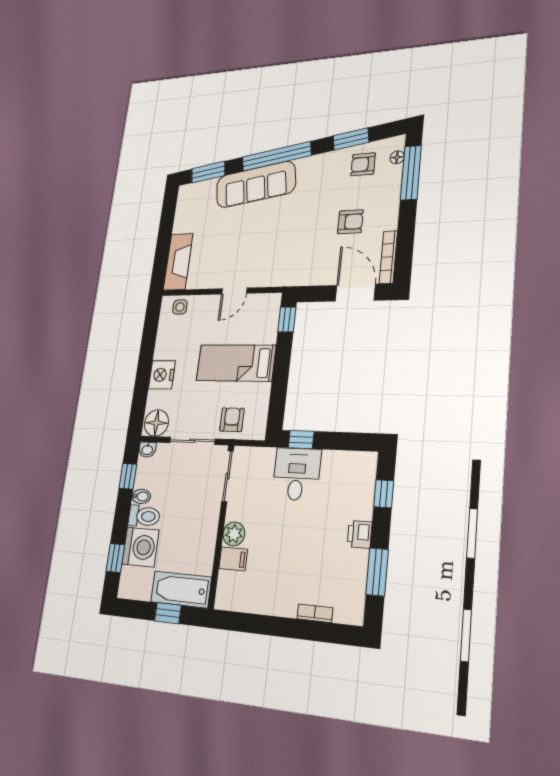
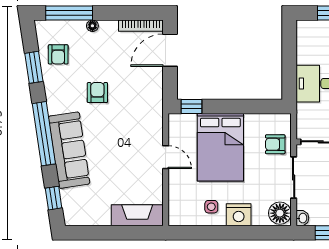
floor lamp: (397, 157) -> (92, 26), moved
window: (208, 172) -> (54, 198), width x0.67
armchair: (350, 222) -> (97, 93), moved
side table: (180, 307) -> (211, 207), moved
bed: (236, 363) -> (220, 147), width x1.50
window: (301, 440) -> (289, 83), removed

